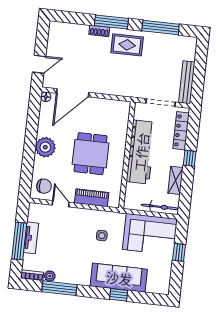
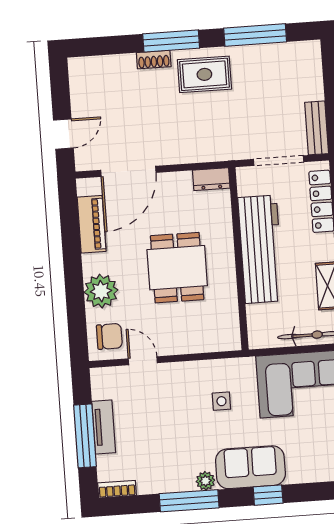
bench: (187, 82) -> (317, 128), width x0.73
floor lamp: (46, 97) -> (85, 186), removed
dresser: (120, 106) -> (211, 179), added
plant: (45, 147) -> (101, 291), moved
piano: (92, 198) -> (92, 224), moved, turned 90
plant: (50, 276) -> (205, 481), moved
sofa: (119, 278) -> (250, 467), width x0.73
window: (59, 288) -> (189, 501), moved

